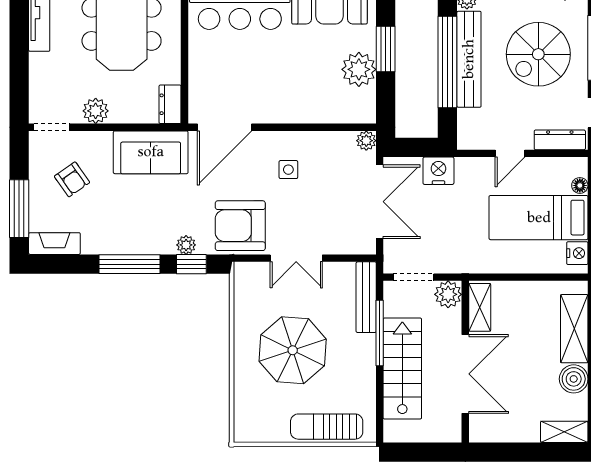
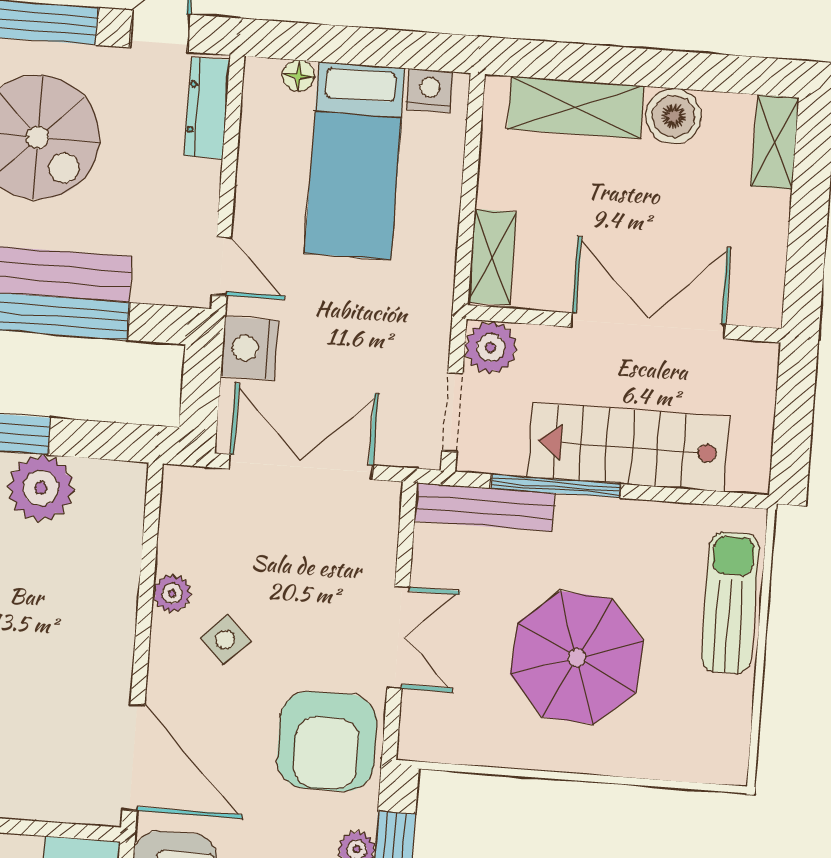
plant: (366, 141) -> (172, 593), moved
door: (510, 153) -> (222, 266), moved
side table: (288, 170) -> (225, 640), turned 45
shelving: (480, 307) -> (492, 257), moved, turned 90
sun lounger: (327, 427) -> (730, 603), turned 180

